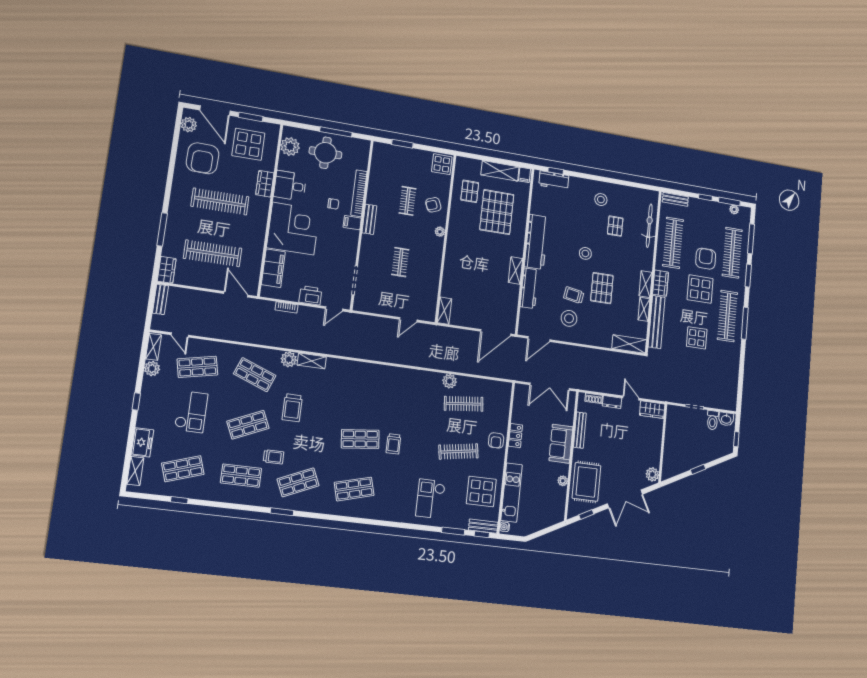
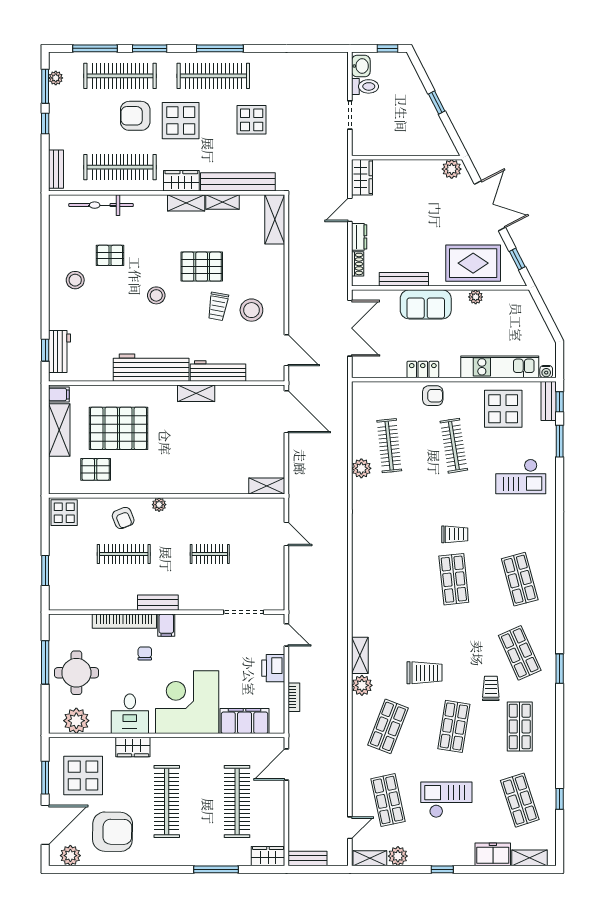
clothes rail: (408, 201) -> (124, 554), width x1.36
shop shelf: (248, 425) -> (454, 726), turned 33

